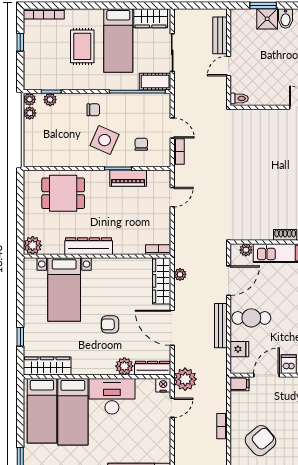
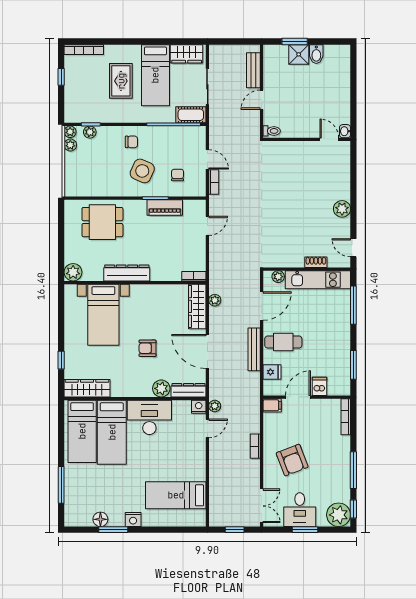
plant: (185, 379) -> (215, 406), width x0.53, depth x0.53
armchair: (260, 441) -> (292, 460), turned 109

